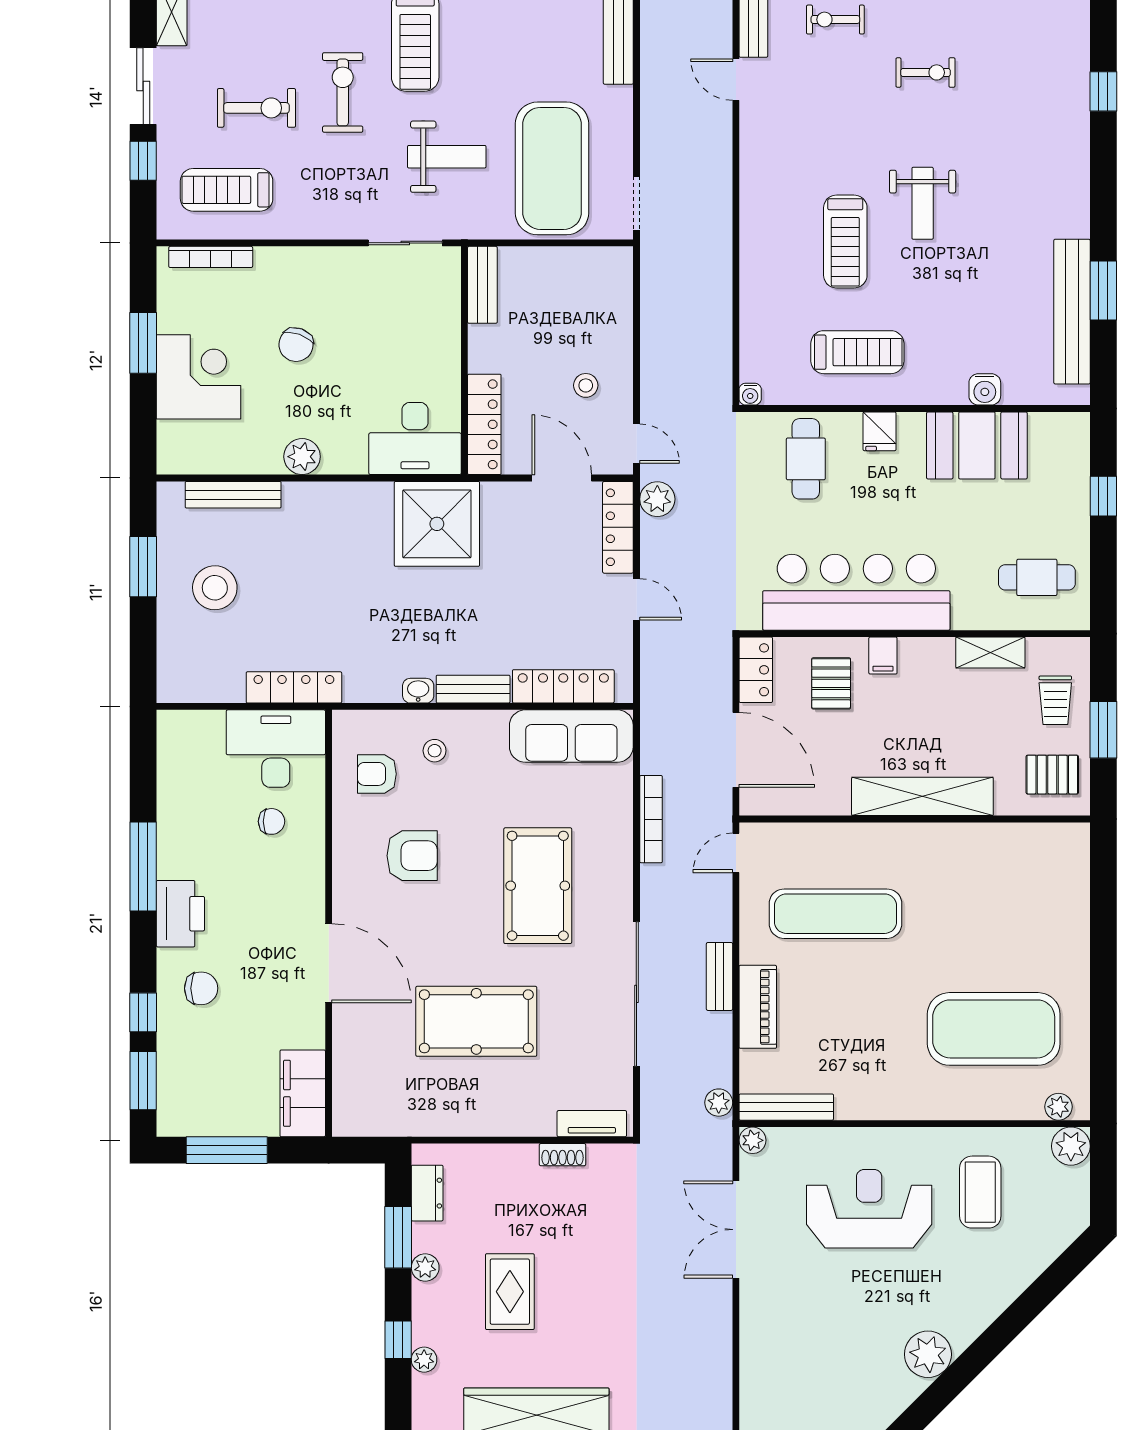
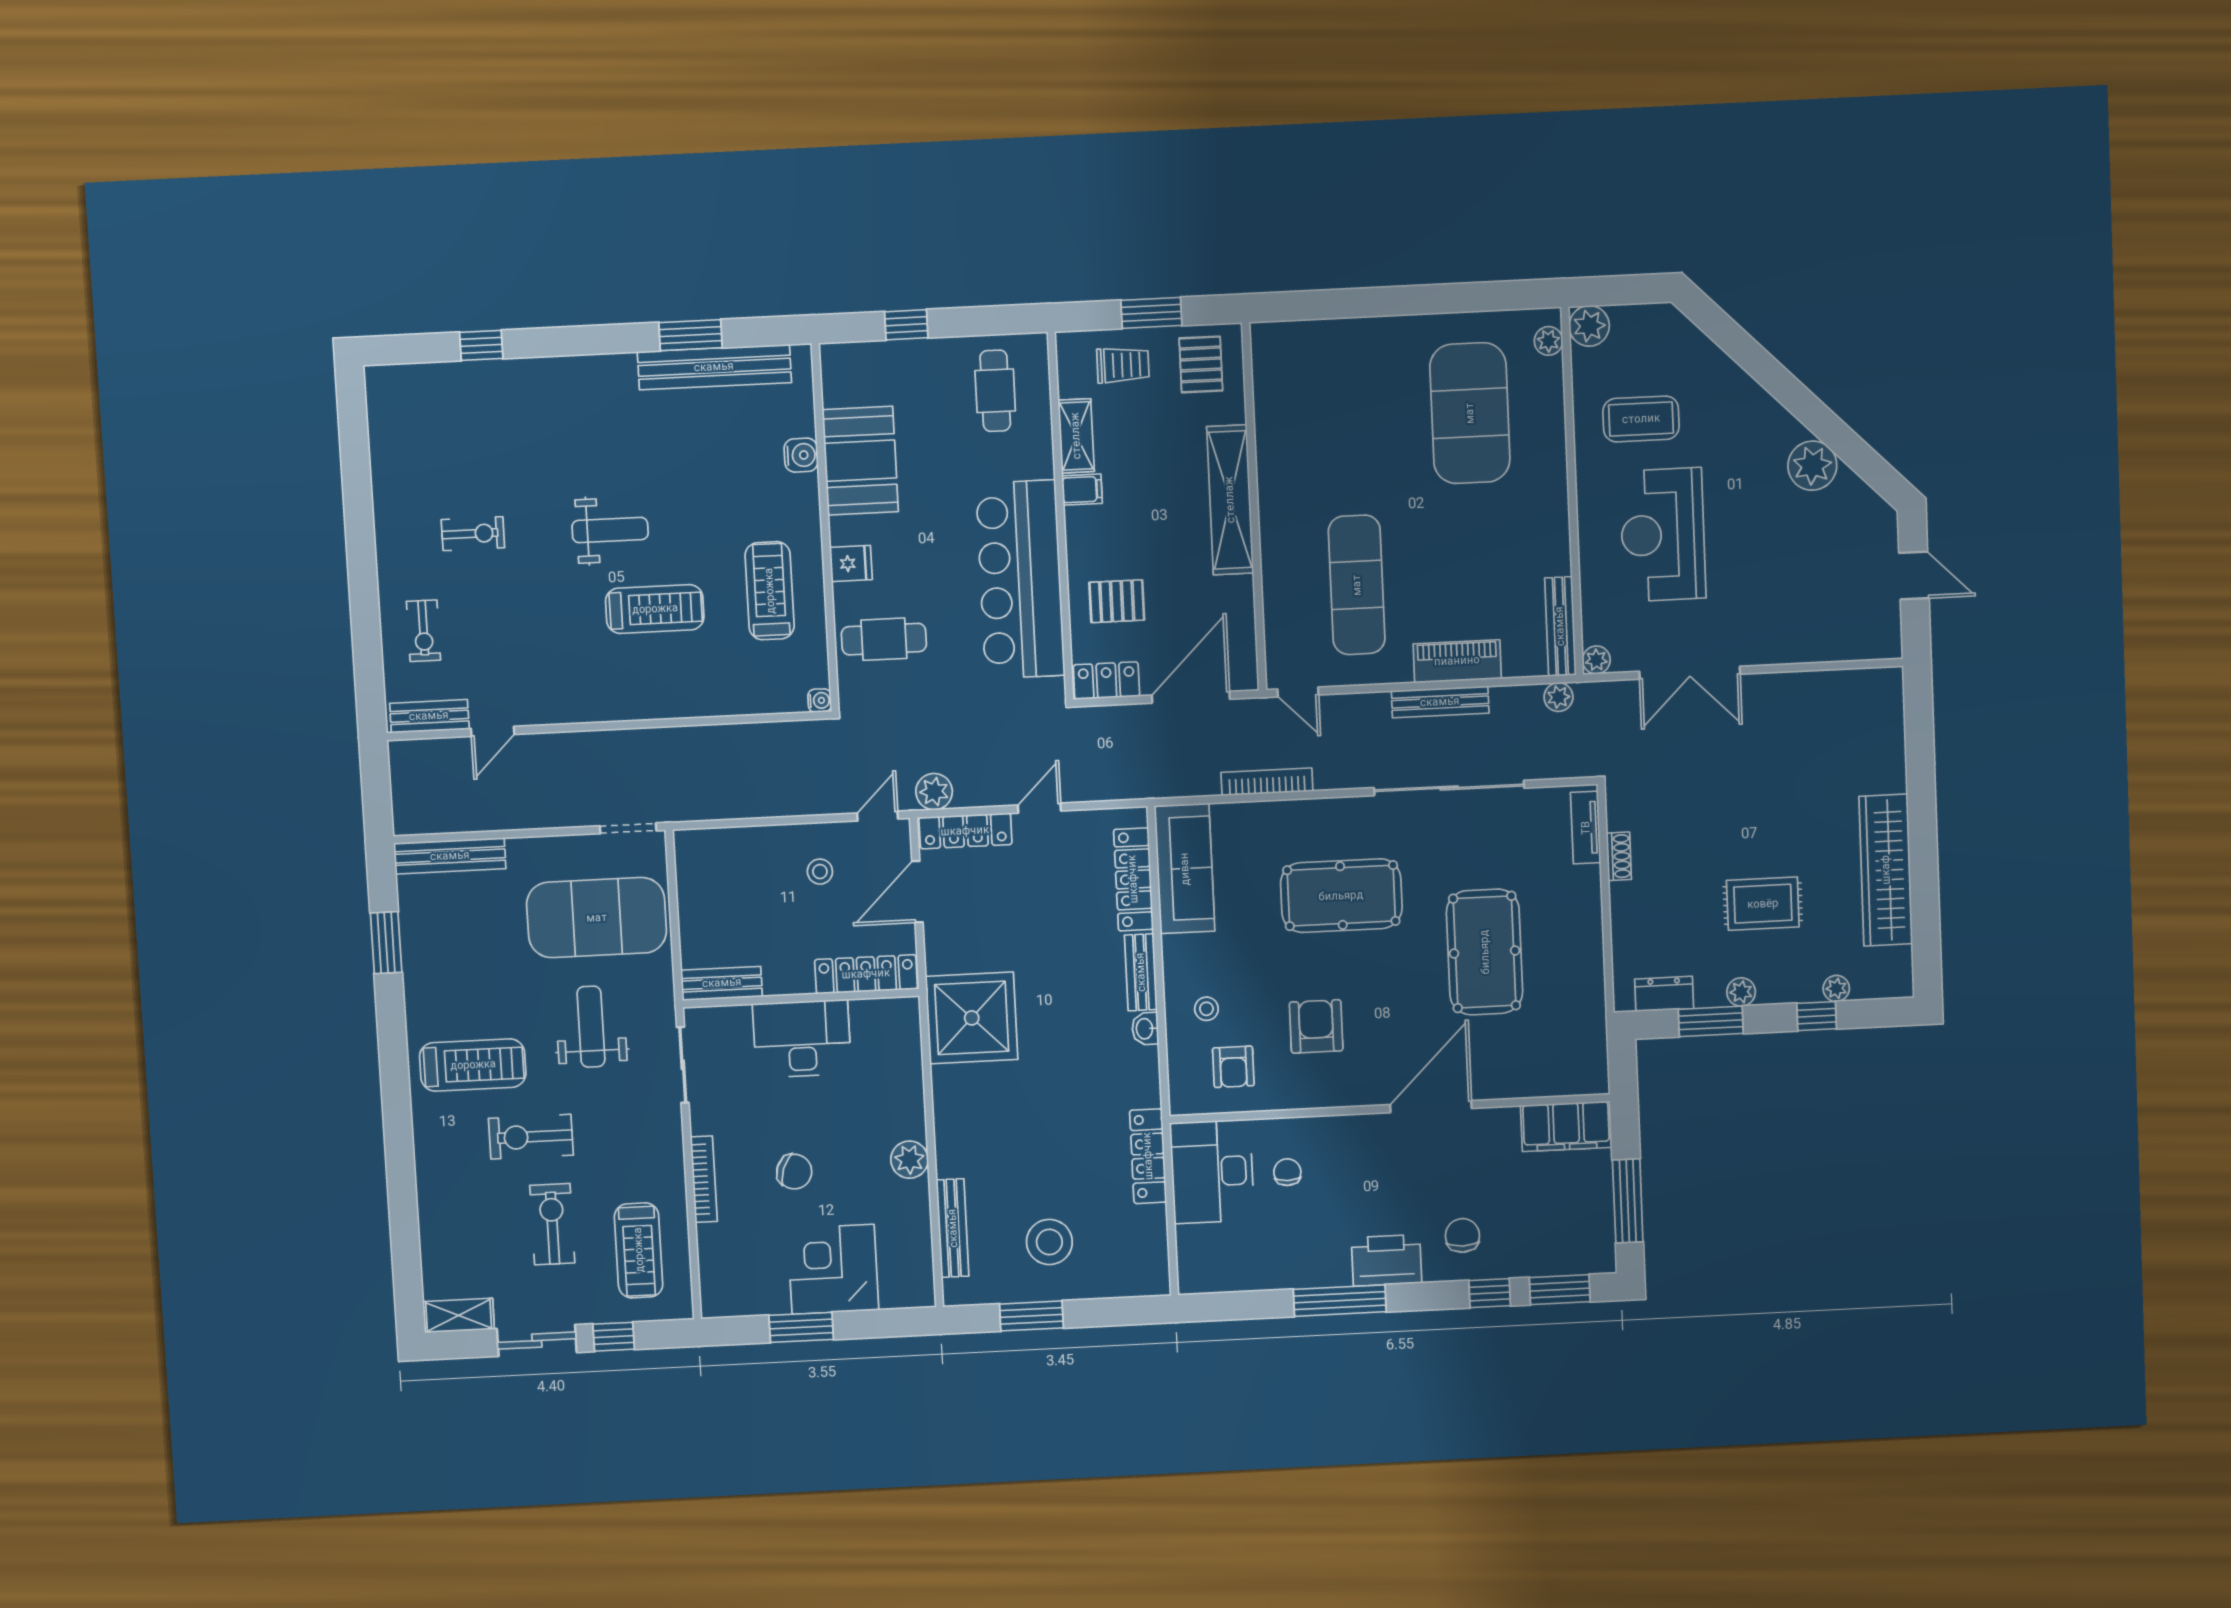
exercise bike: (925, 72) -> (473, 534), turned 90
bookcase: (211, 257) -> (704, 1179), moved
desk: (415, 439) -> (802, 1039), moved, turned -90
filing cabinet: (883, 656) -> (1082, 490), moved
bench: (720, 976) -> (1440, 702), width x1.36

